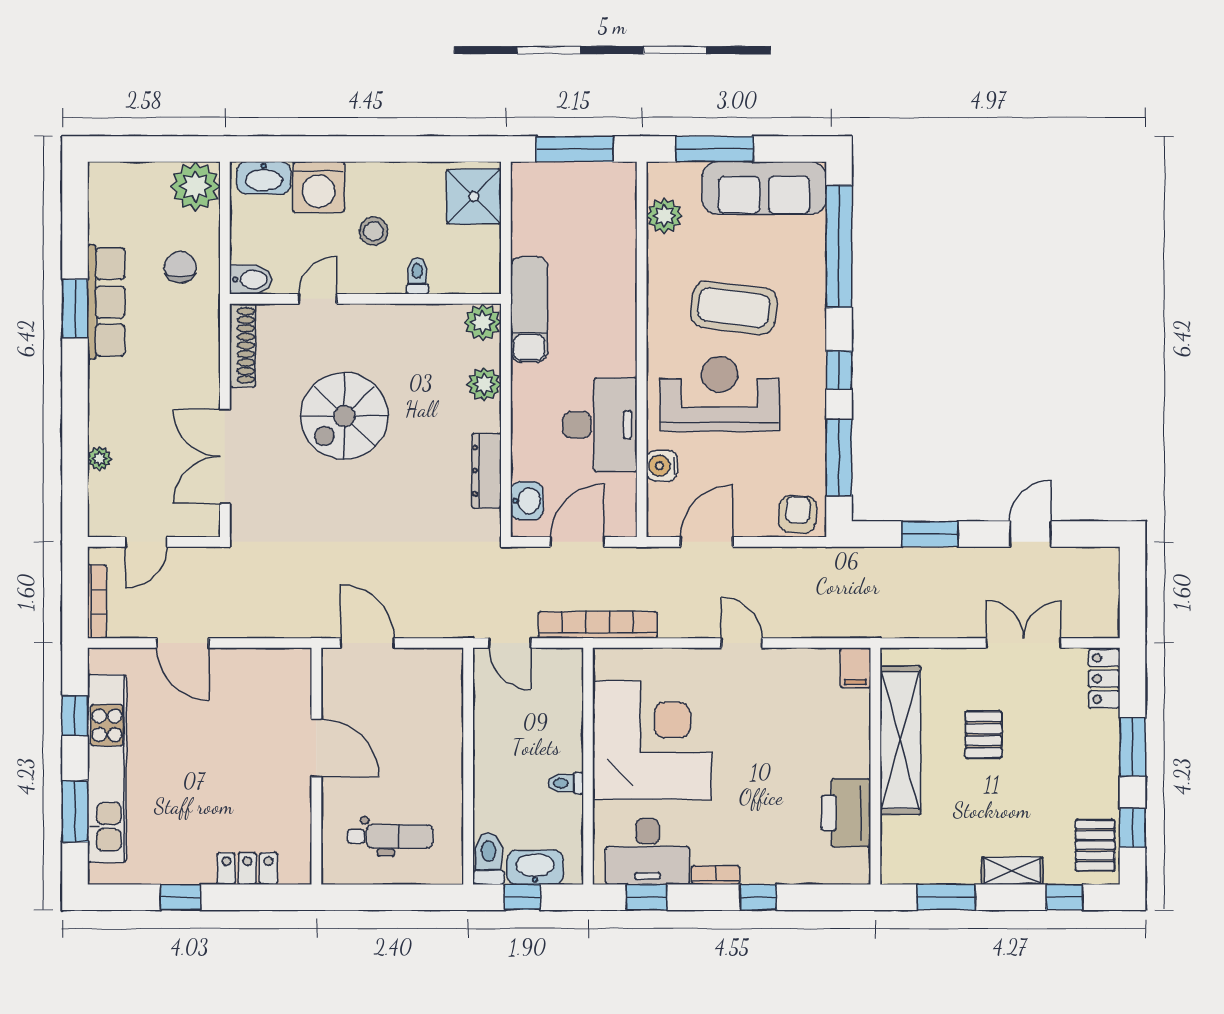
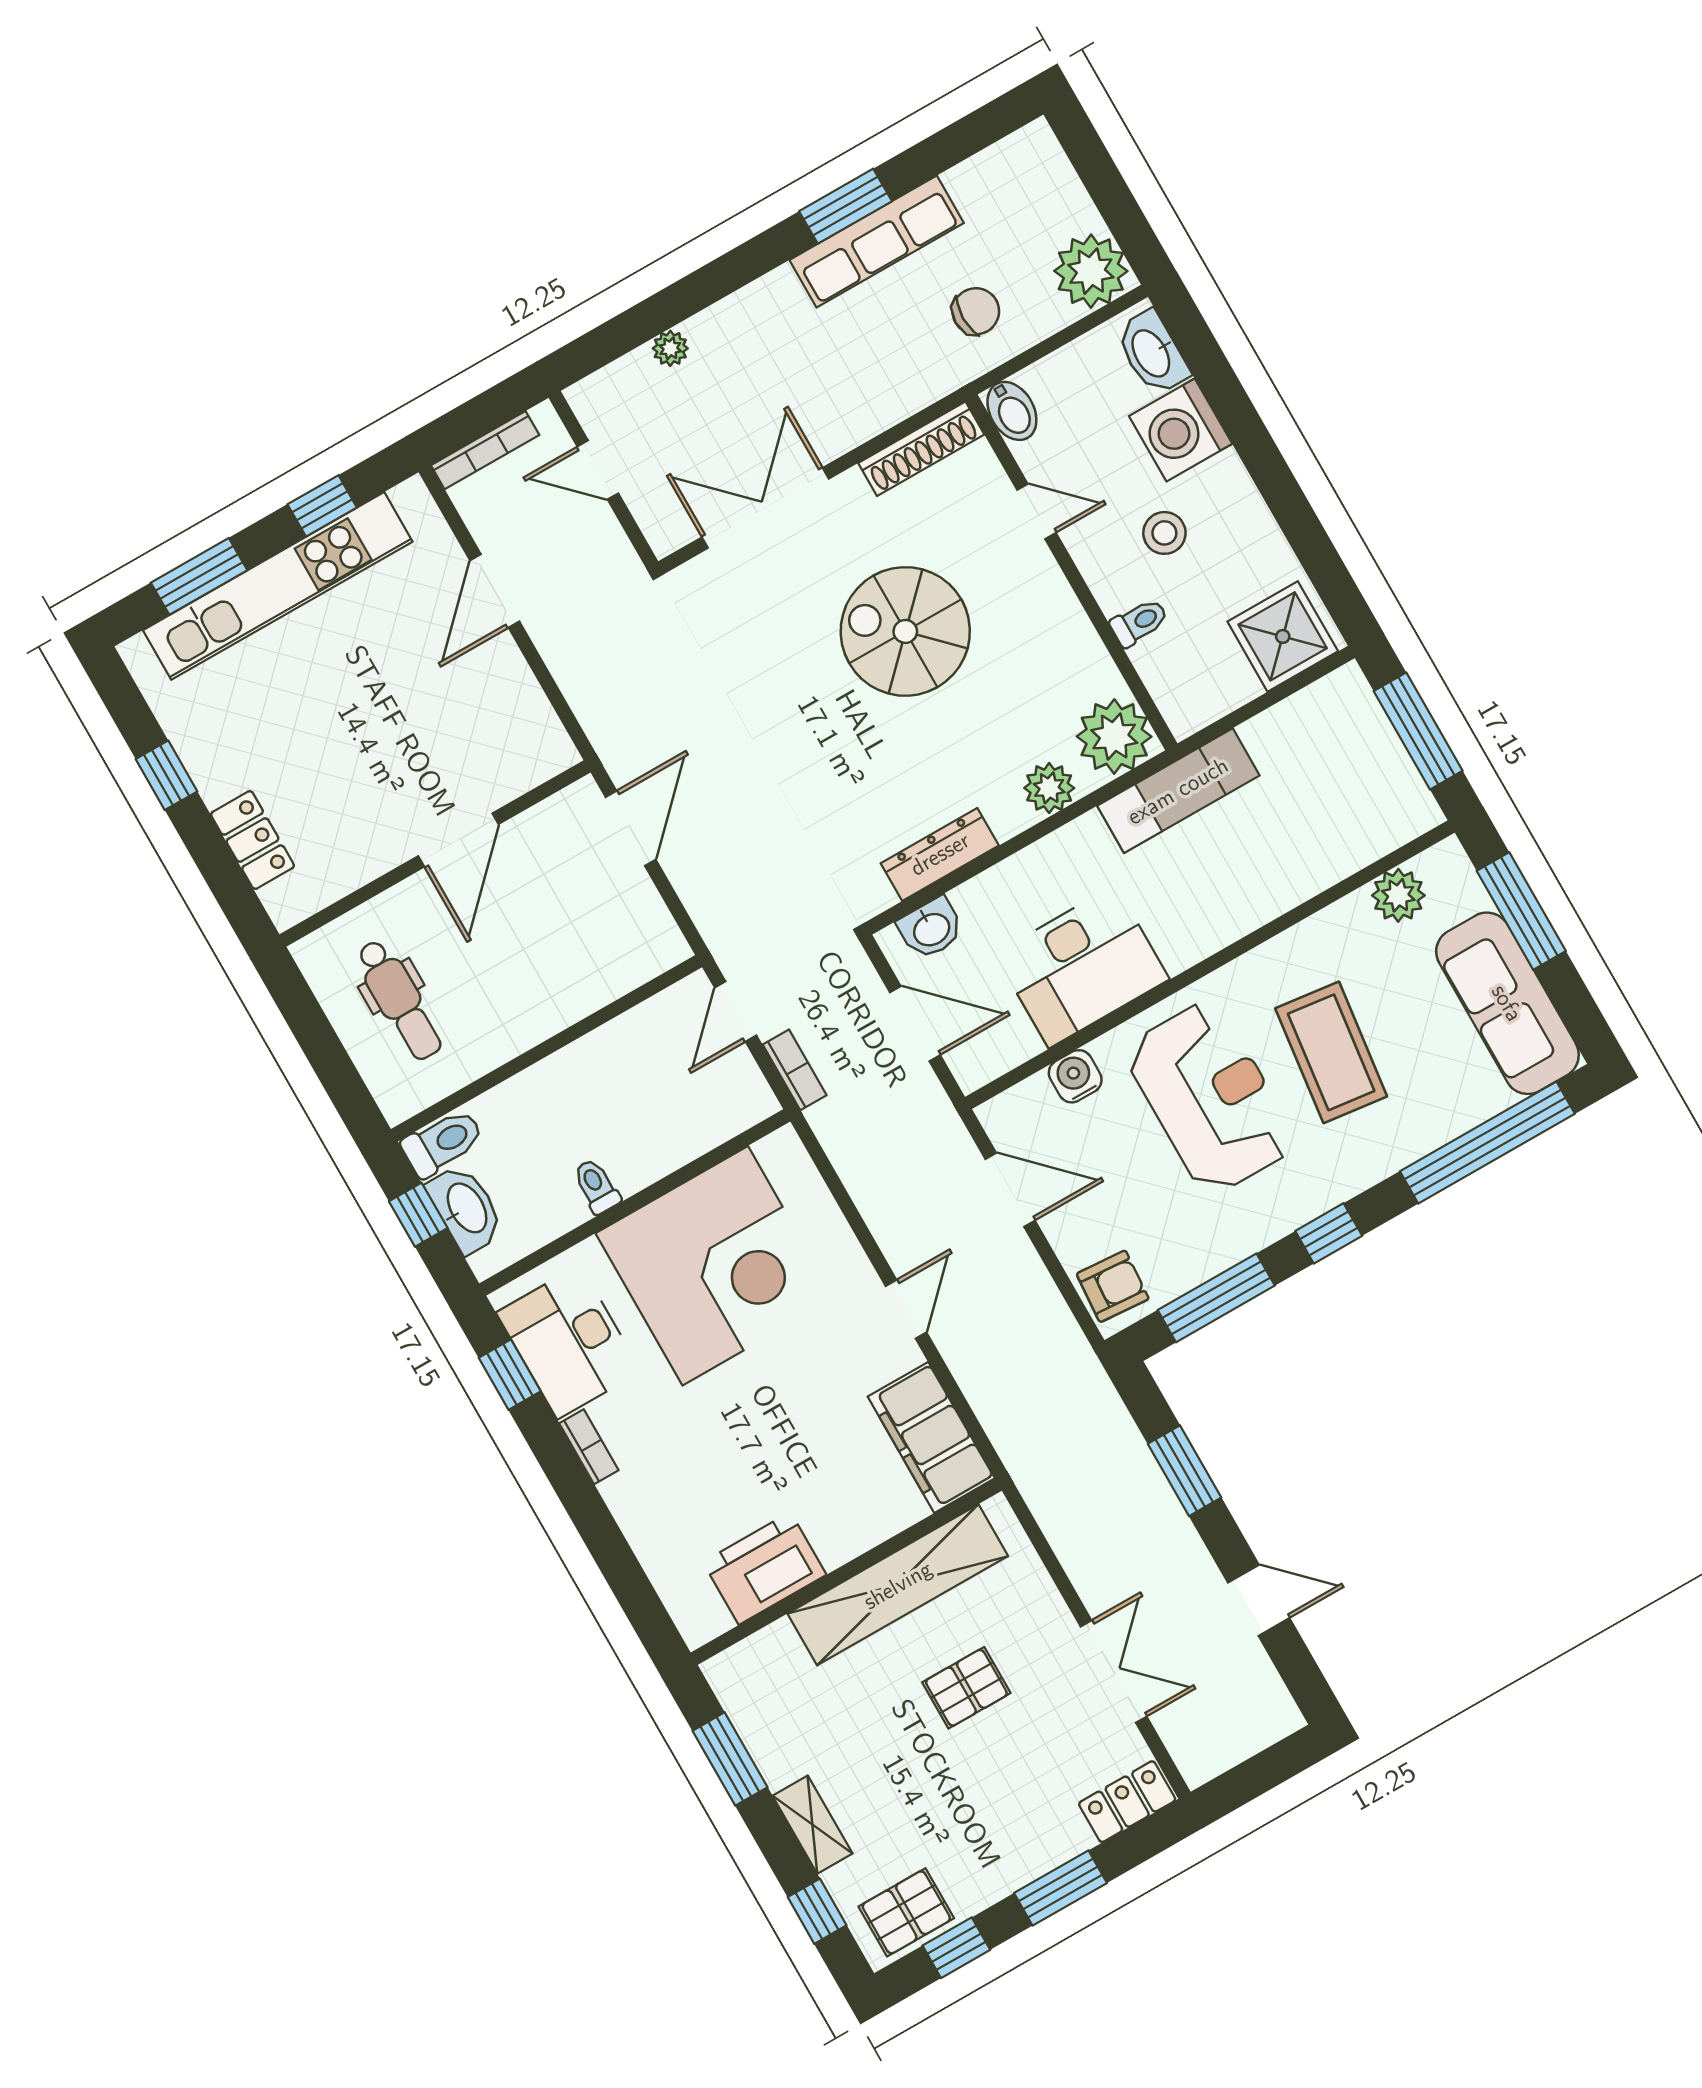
plant: (483, 322) -> (1114, 737), width x1.36, depth x1.36
bookcase: (598, 625) -> (795, 1070), width x0.43, depth x0.76
filing cabinet: (855, 668) -> (931, 1437), width x3.00, depth x1.17
window: (758, 897) -> (592, 1518), removed

